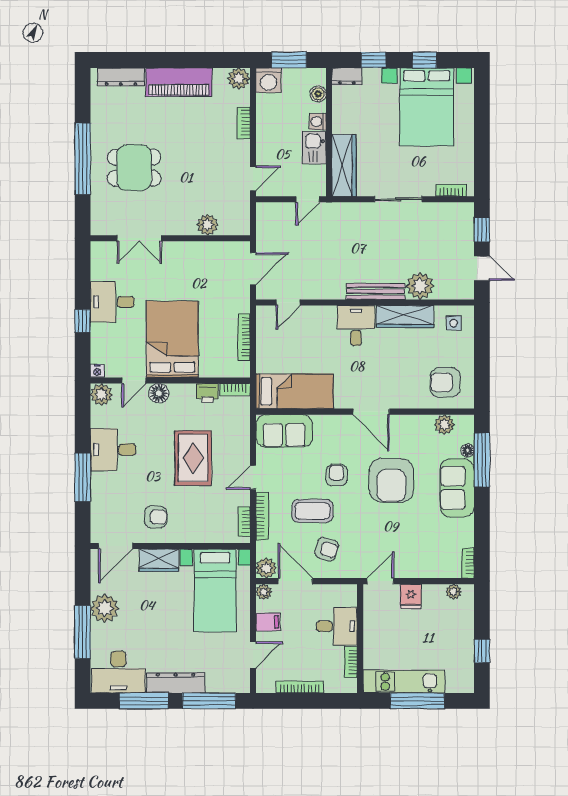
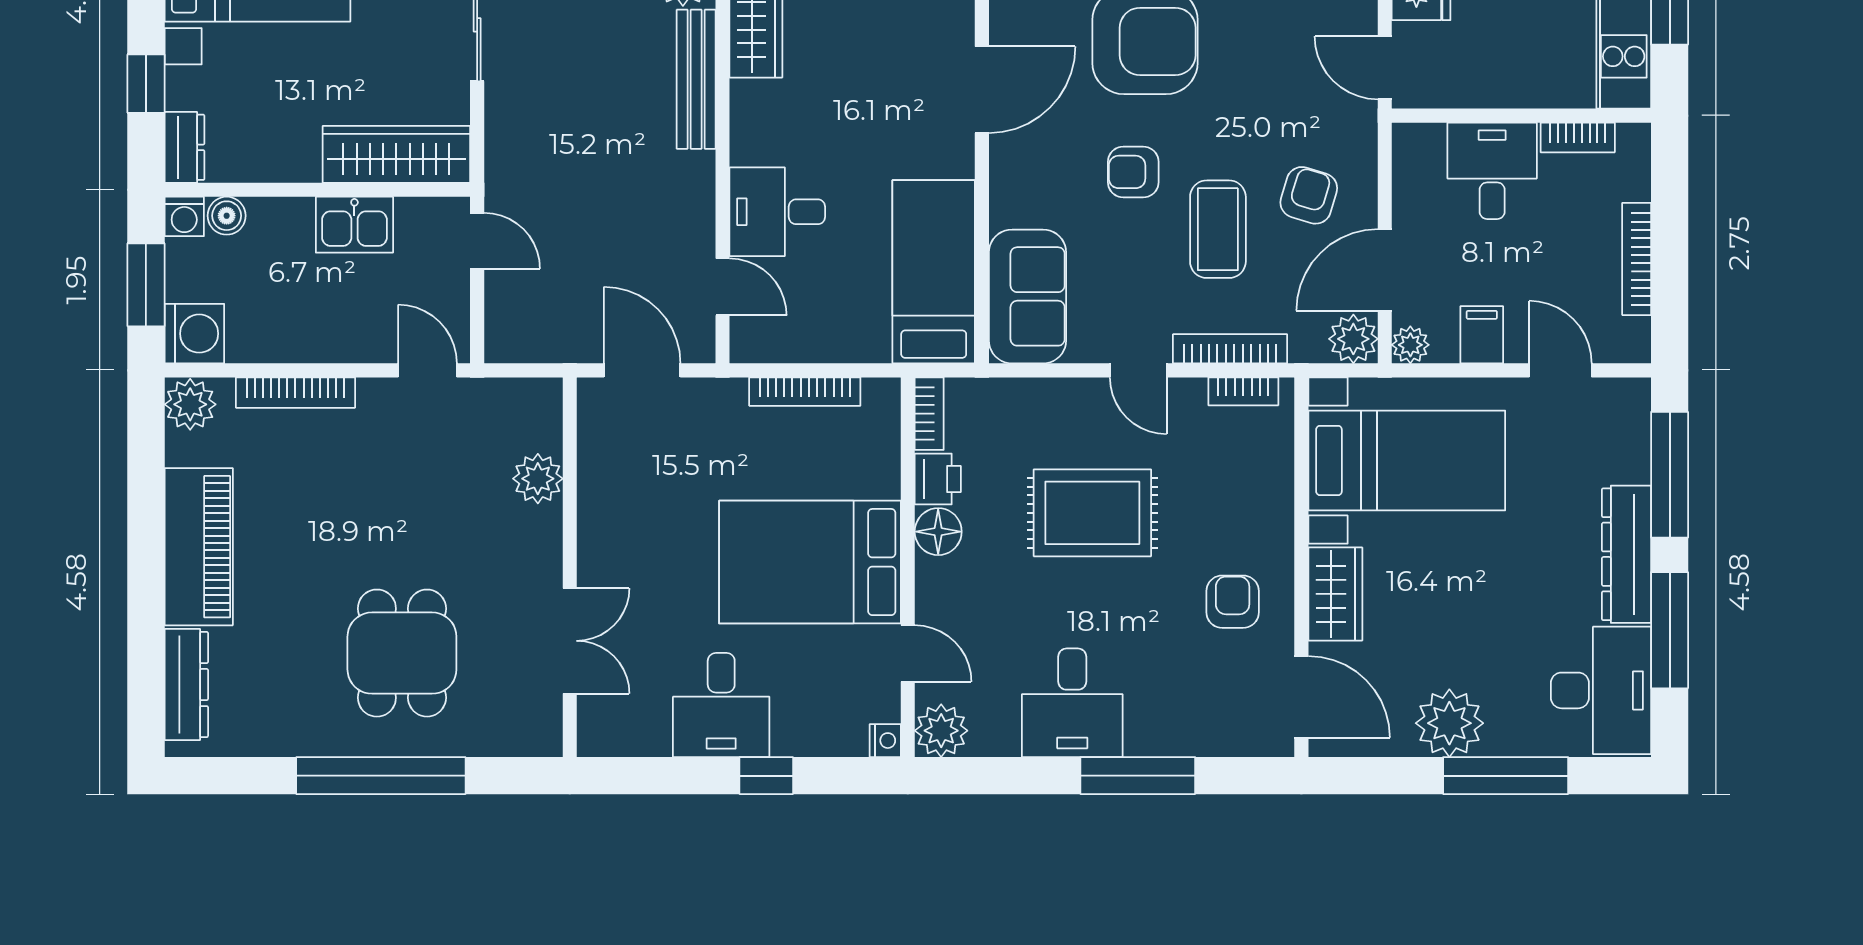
washing machine: (318, 122) -> (184, 216), moved
bookcase: (244, 123) -> (295, 393), width x1.56
desk: (356, 326) -> (777, 212), moved
floor lamp: (159, 393) -> (938, 532), moved

